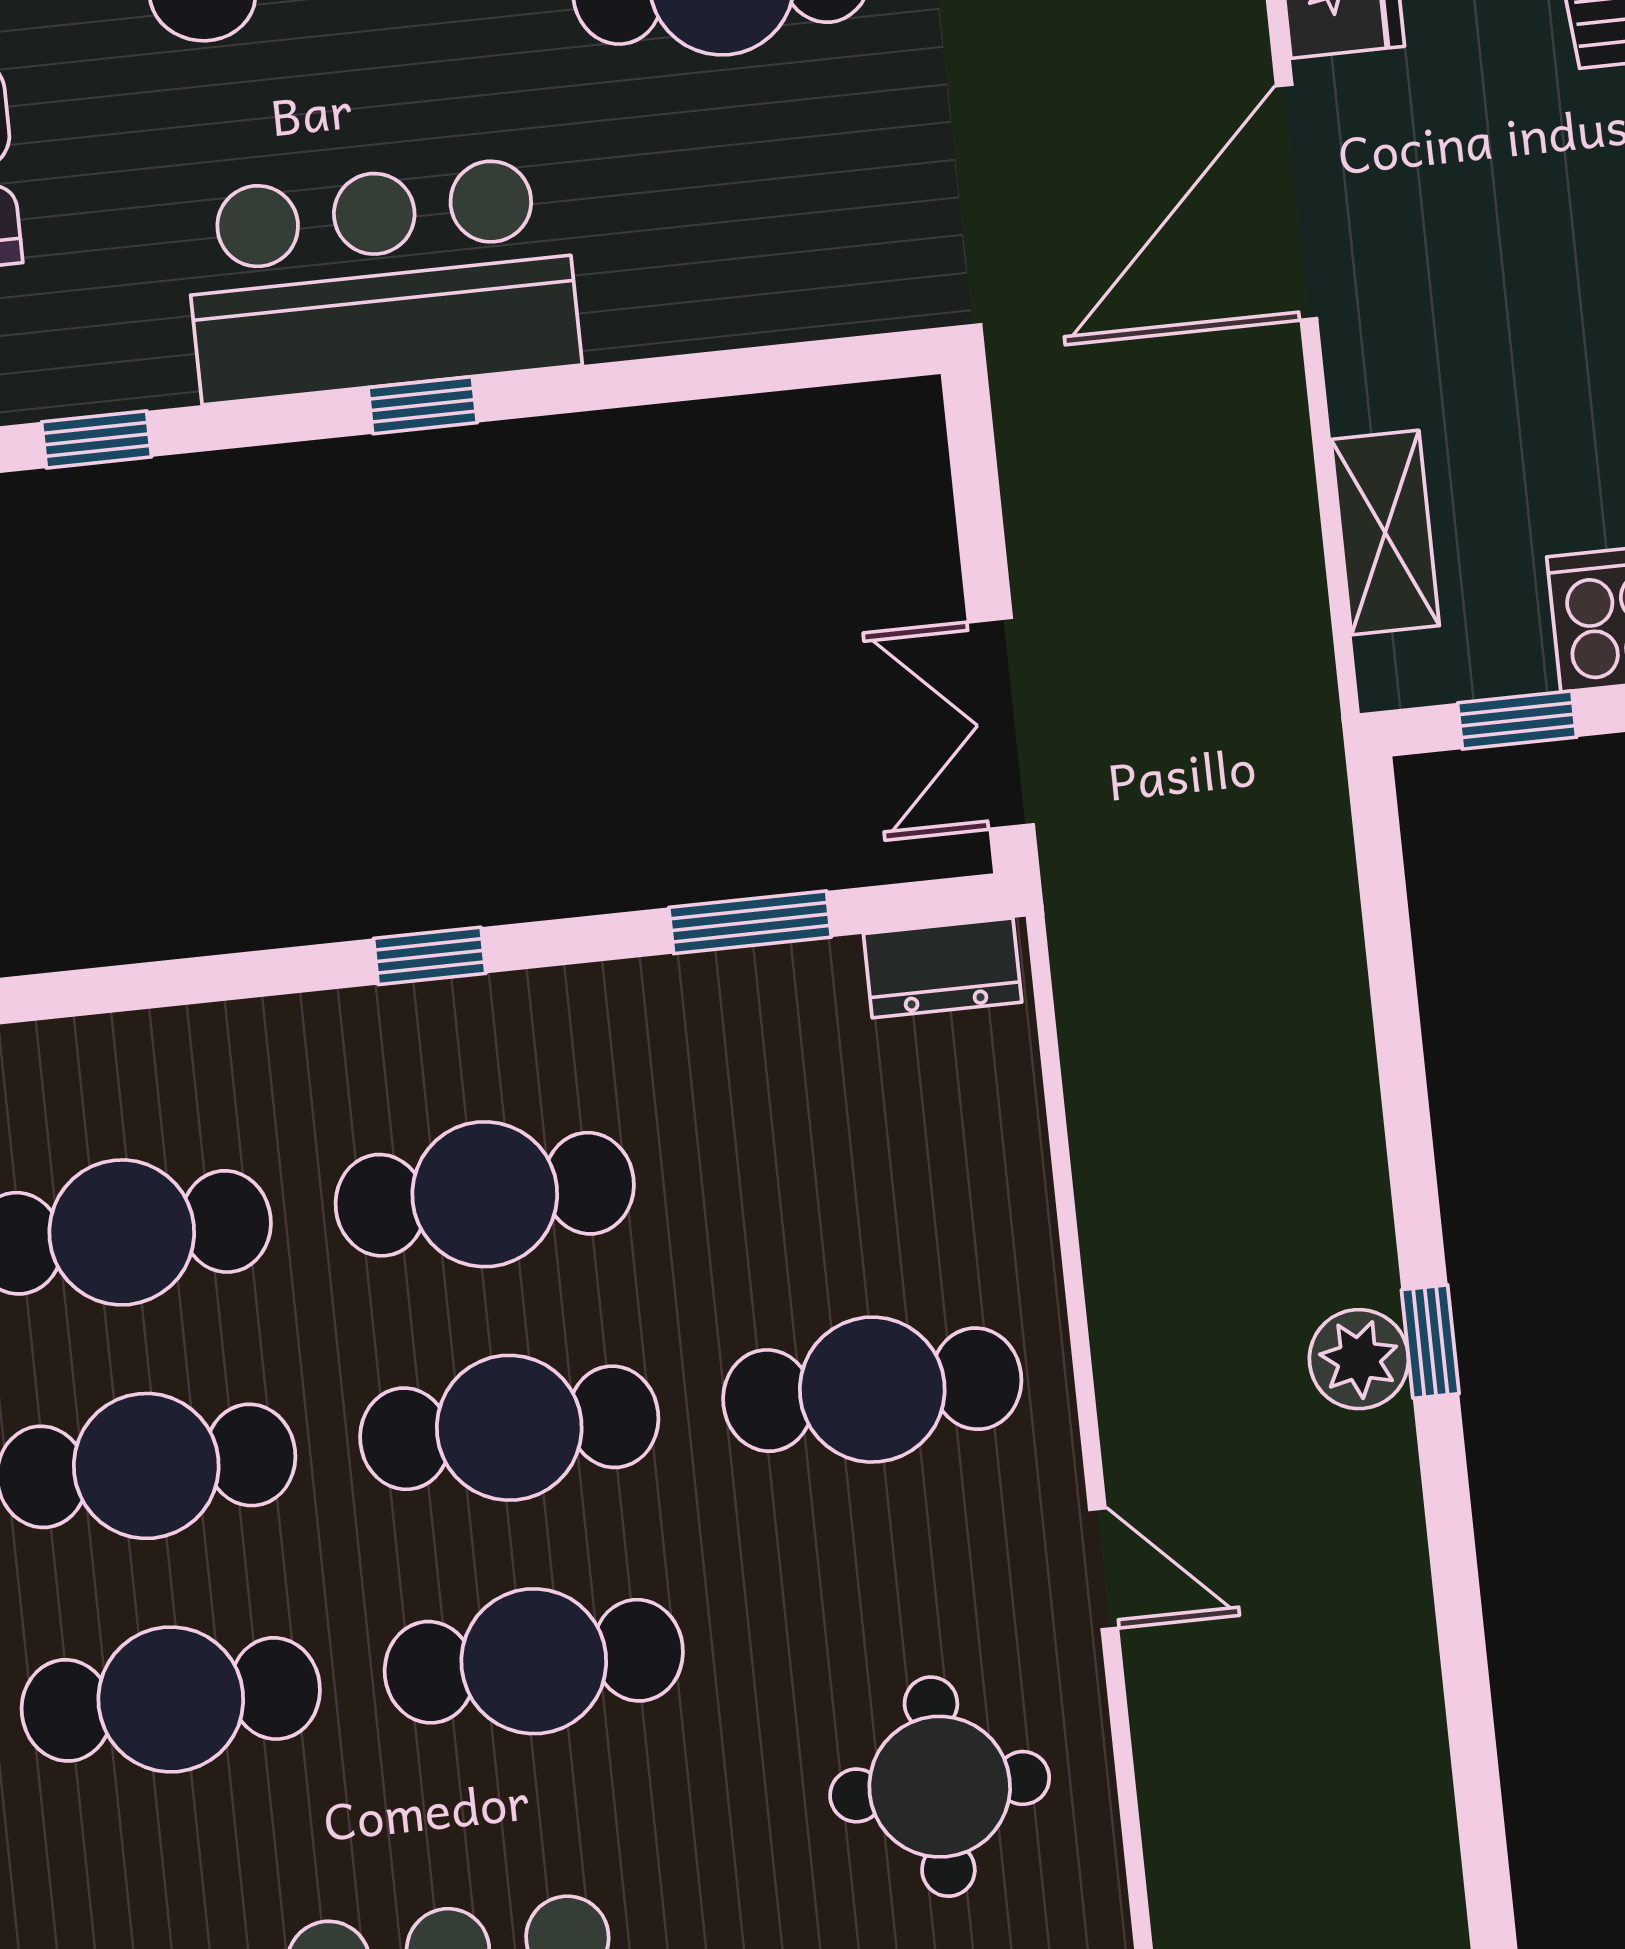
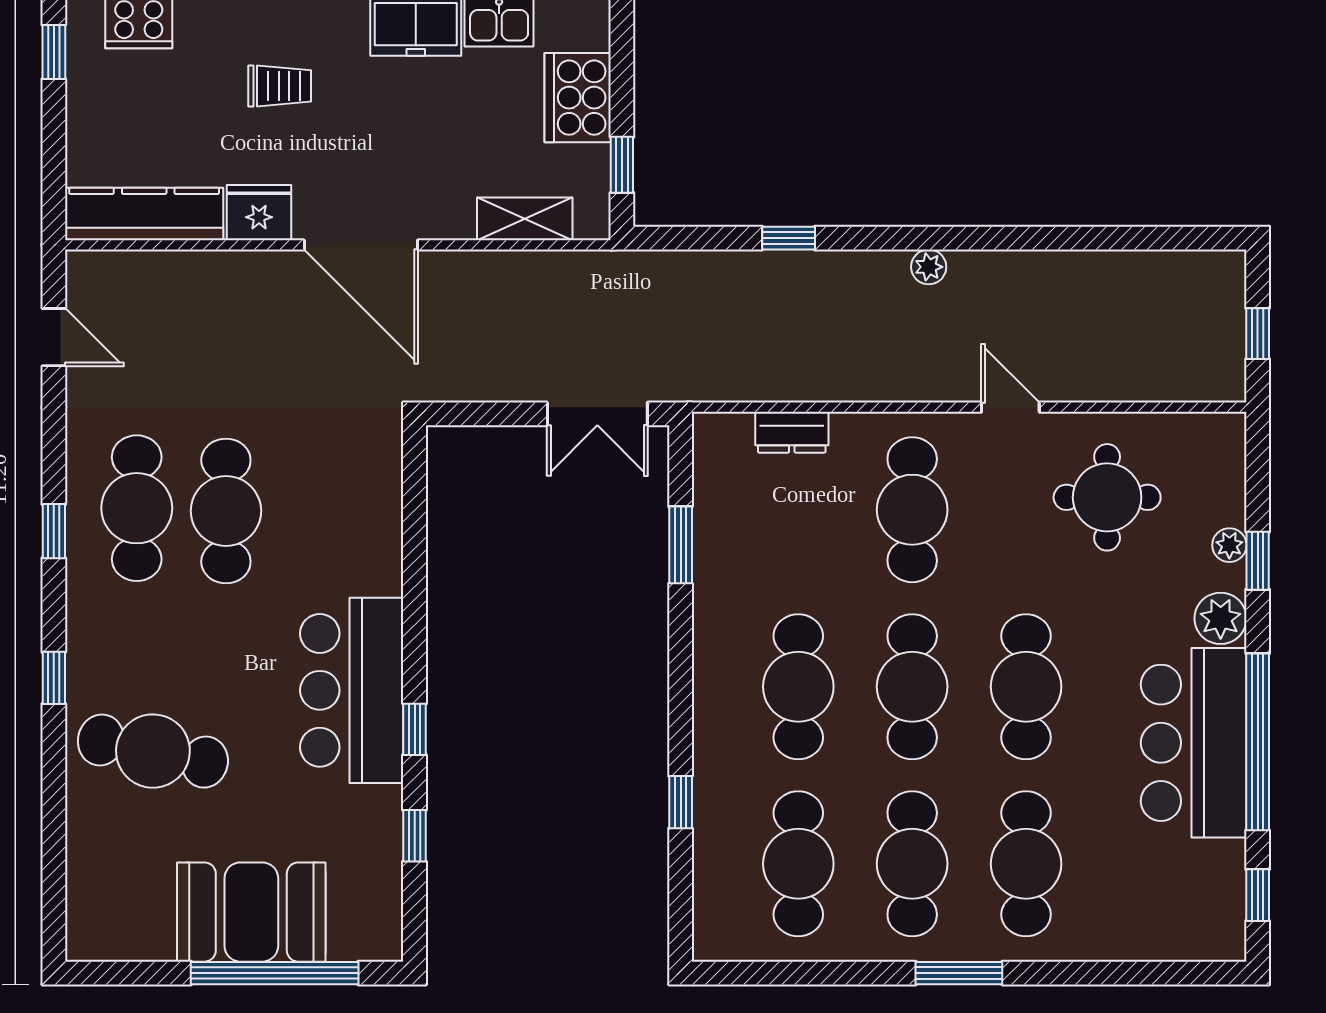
window: (423, 405) -> (415, 729), moved
window: (430, 956) -> (681, 802), moved
dresser: (943, 968) -> (792, 432), moved, turned 90
window: (1430, 1342) -> (789, 238), moved
plant: (1359, 1359) -> (929, 267), width x0.73, depth x0.73
door: (1104, 1569) -> (1010, 407), hinge flipped

